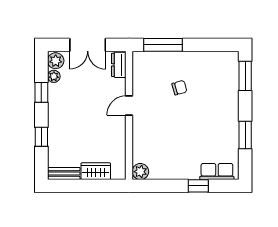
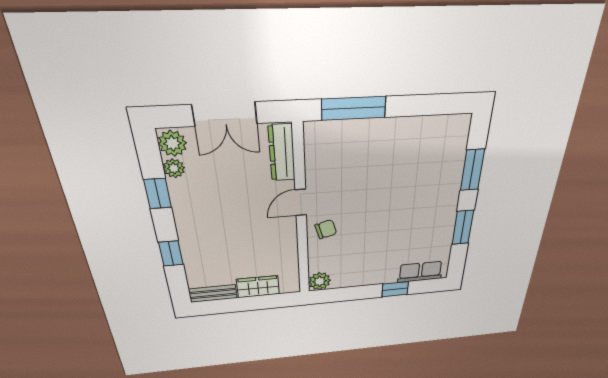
dresser: (119, 65) -> (282, 153), width x1.44
window: (245, 76) -> (472, 170), moved
chair: (179, 88) -> (326, 229), moved

